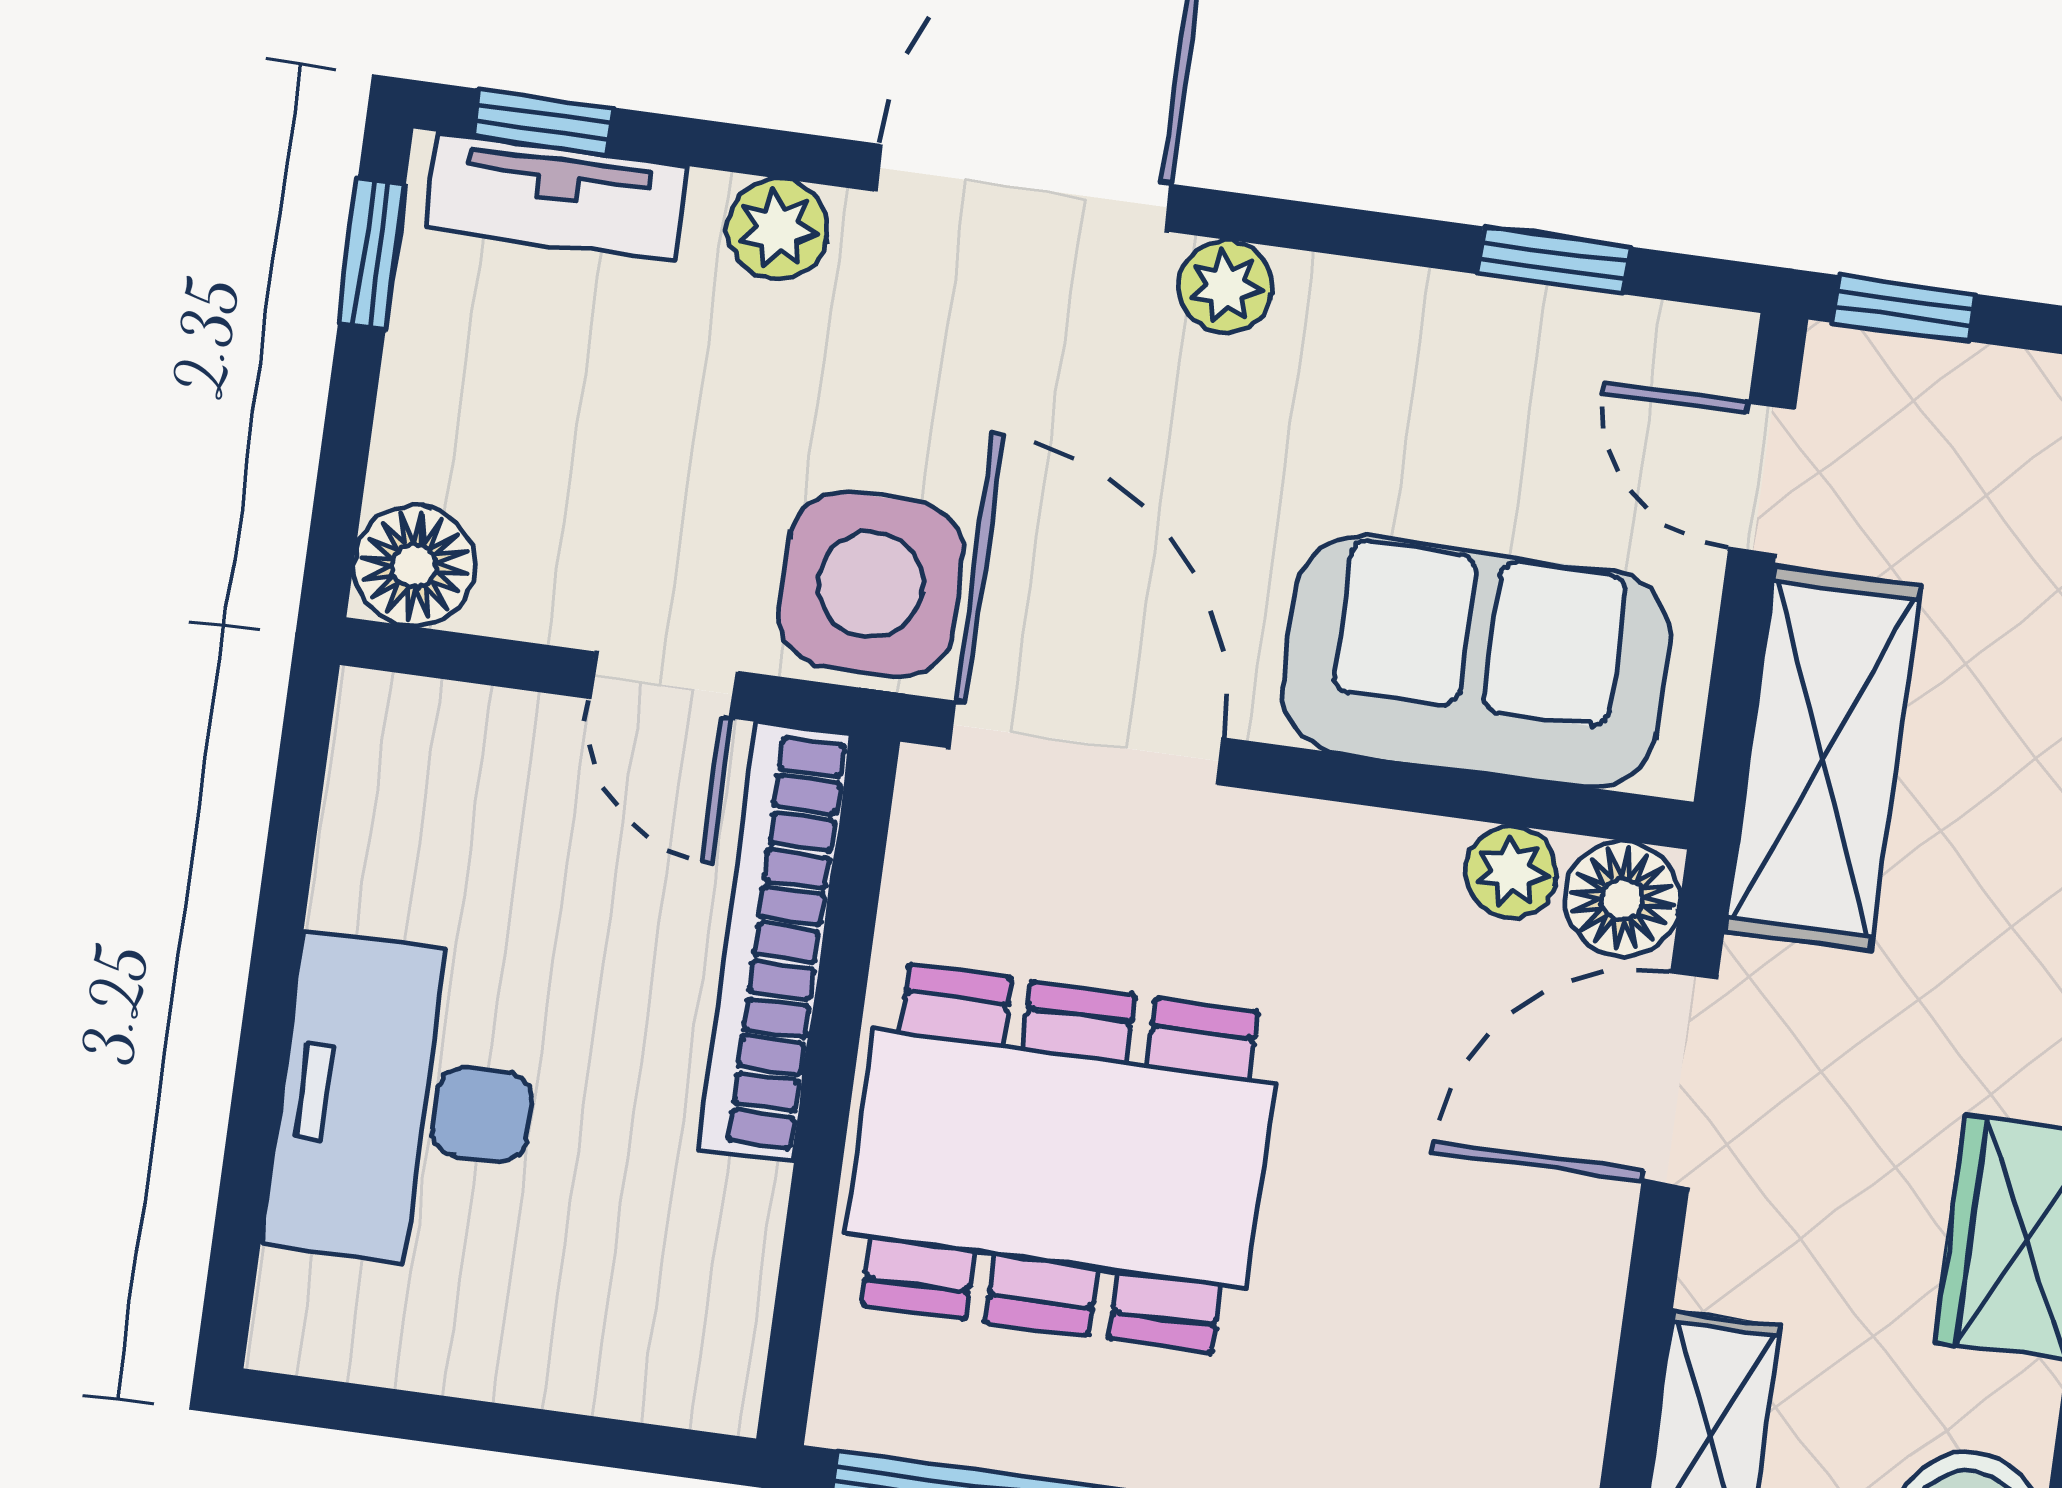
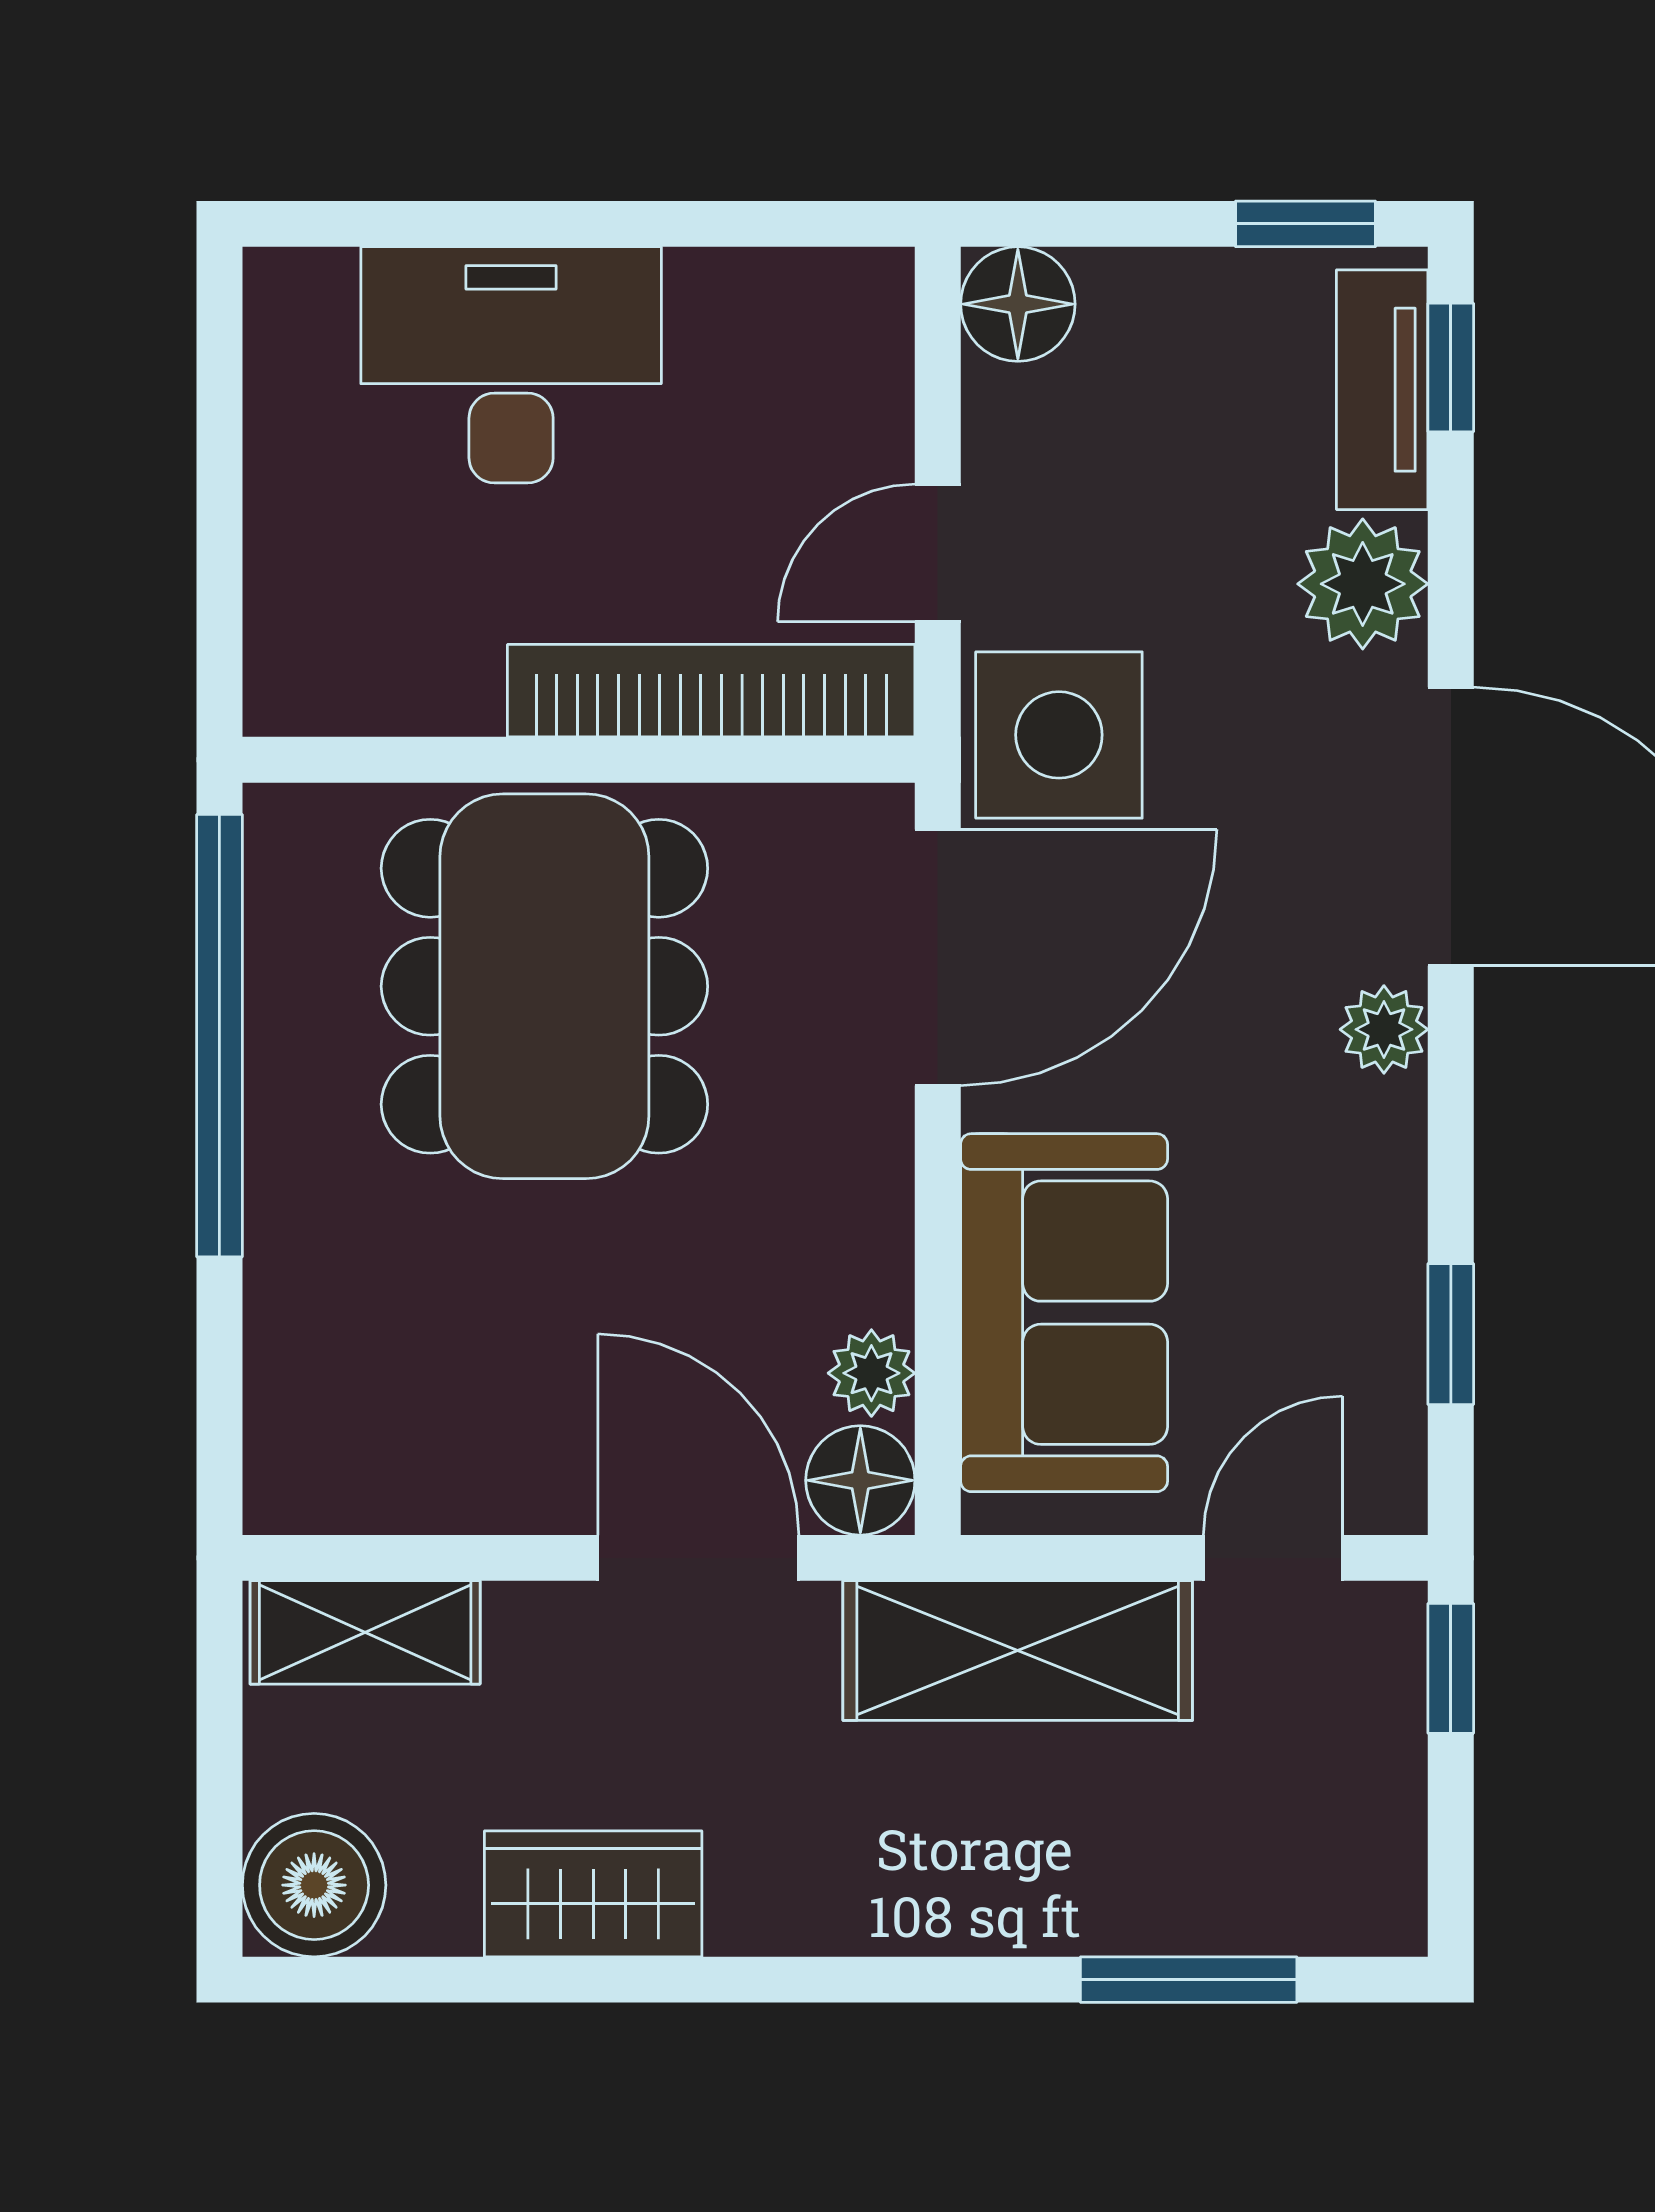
plant: (778, 229) -> (1363, 584), width x1.38, depth x1.38

